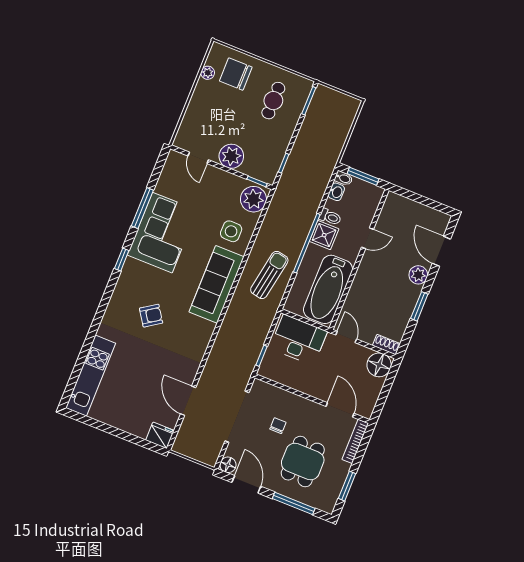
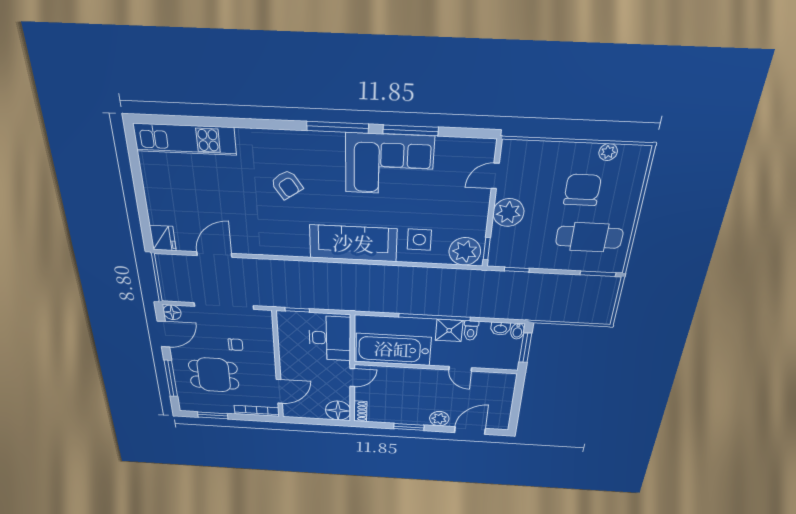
chair: (236, 74) -> (582, 190), moved
cafe table: (273, 101) -> (589, 237), width x1.37, depth x1.35
window: (122, 259) -> (338, 127), width x2.17
sun lounger: (269, 275) -> (386, 292), removed

